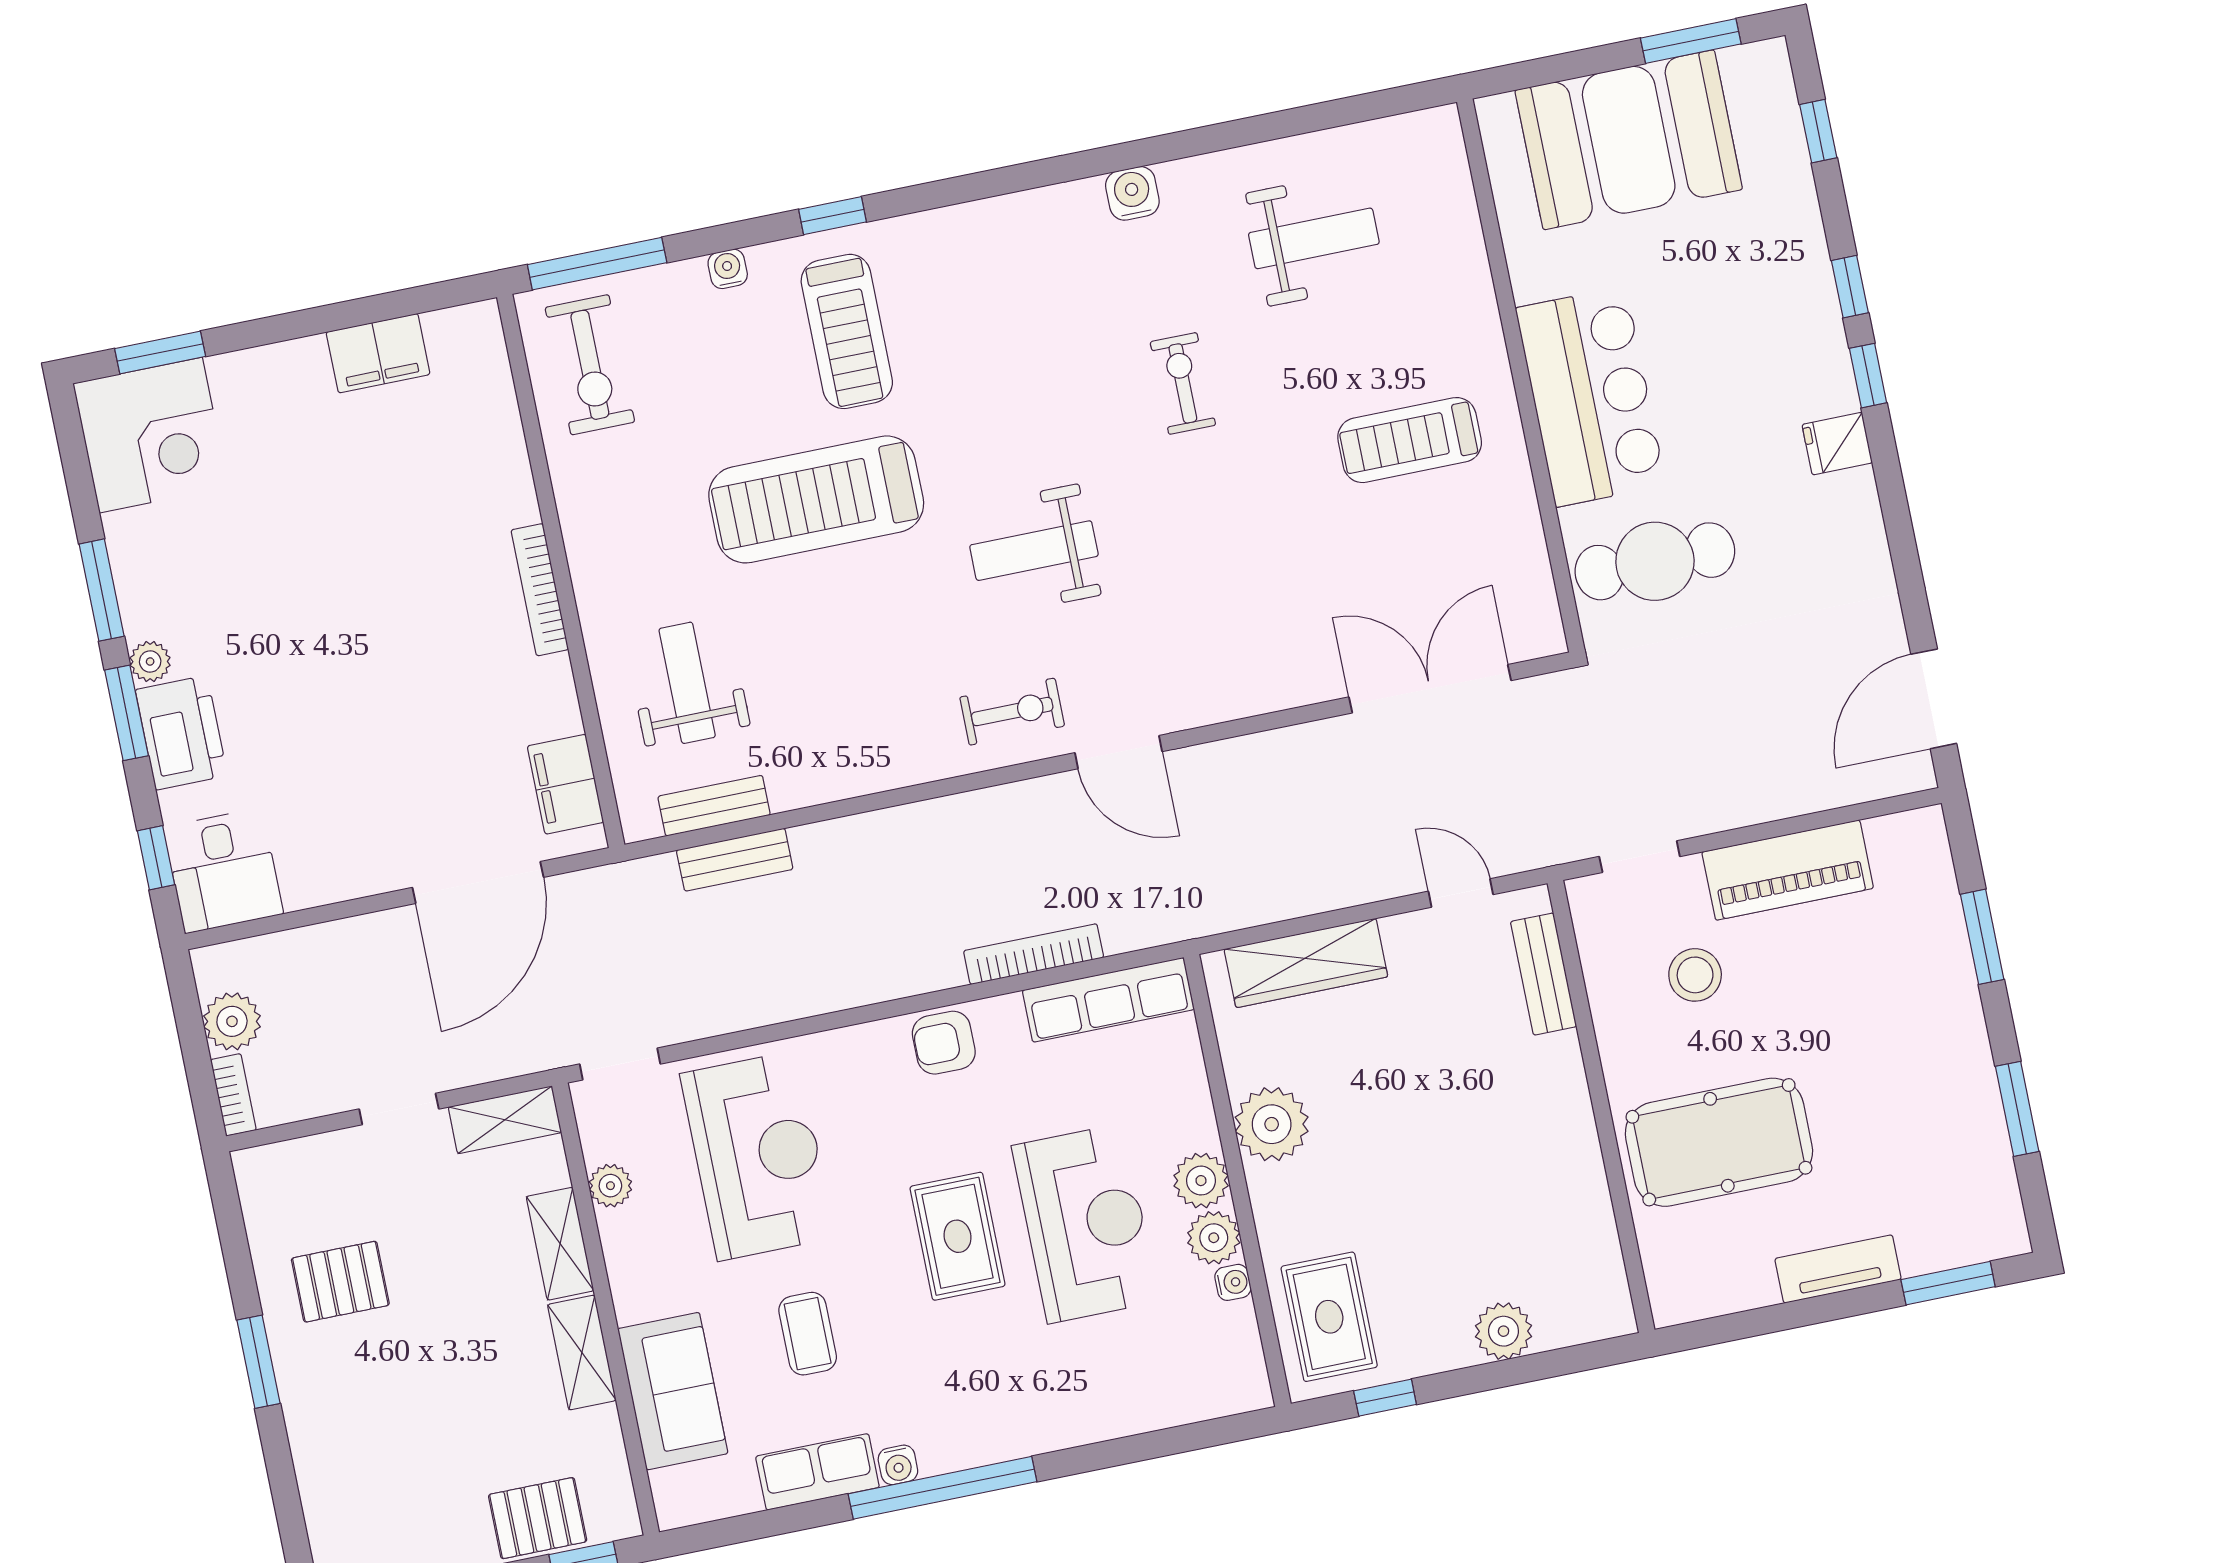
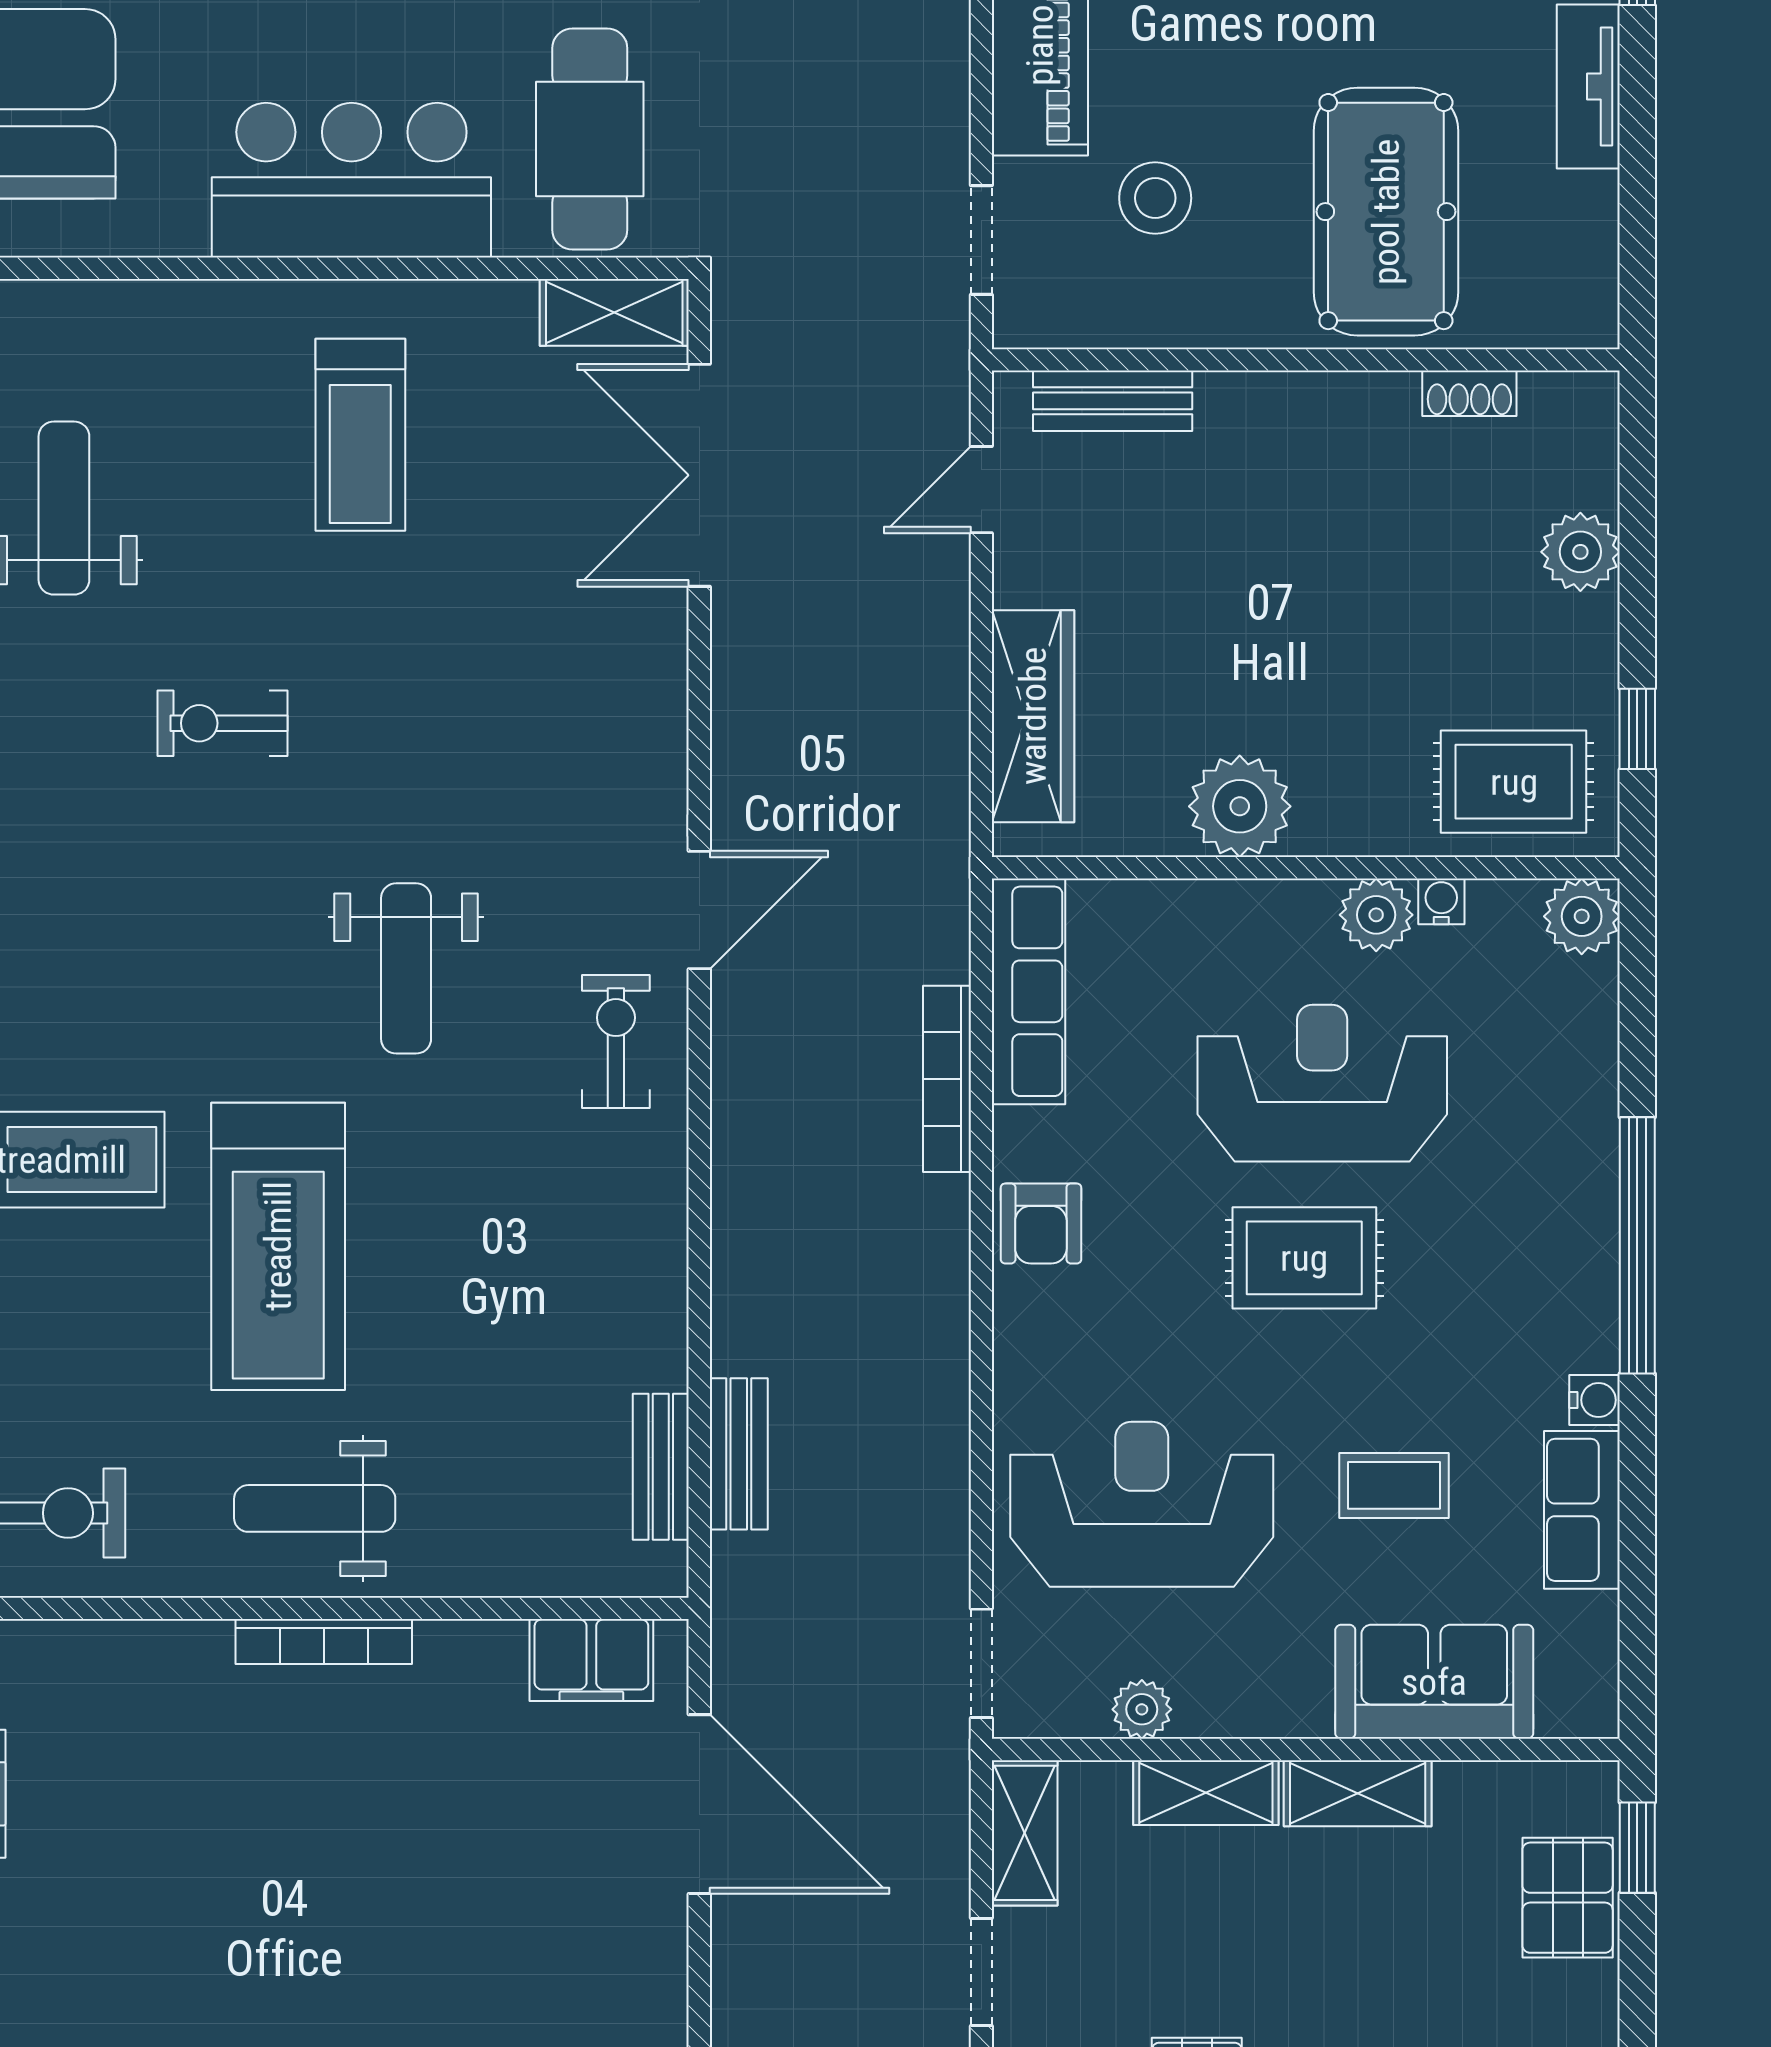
shelving: (1534, 604) -> (614, 312), added
weight bench: (687, 683) -> (315, 1508), moved
plant: (1201, 1181) -> (1582, 916), moved
shoe rack: (1601, 1229) -> (1469, 393), added
window: (943, 1488) -> (1637, 1245), moved

